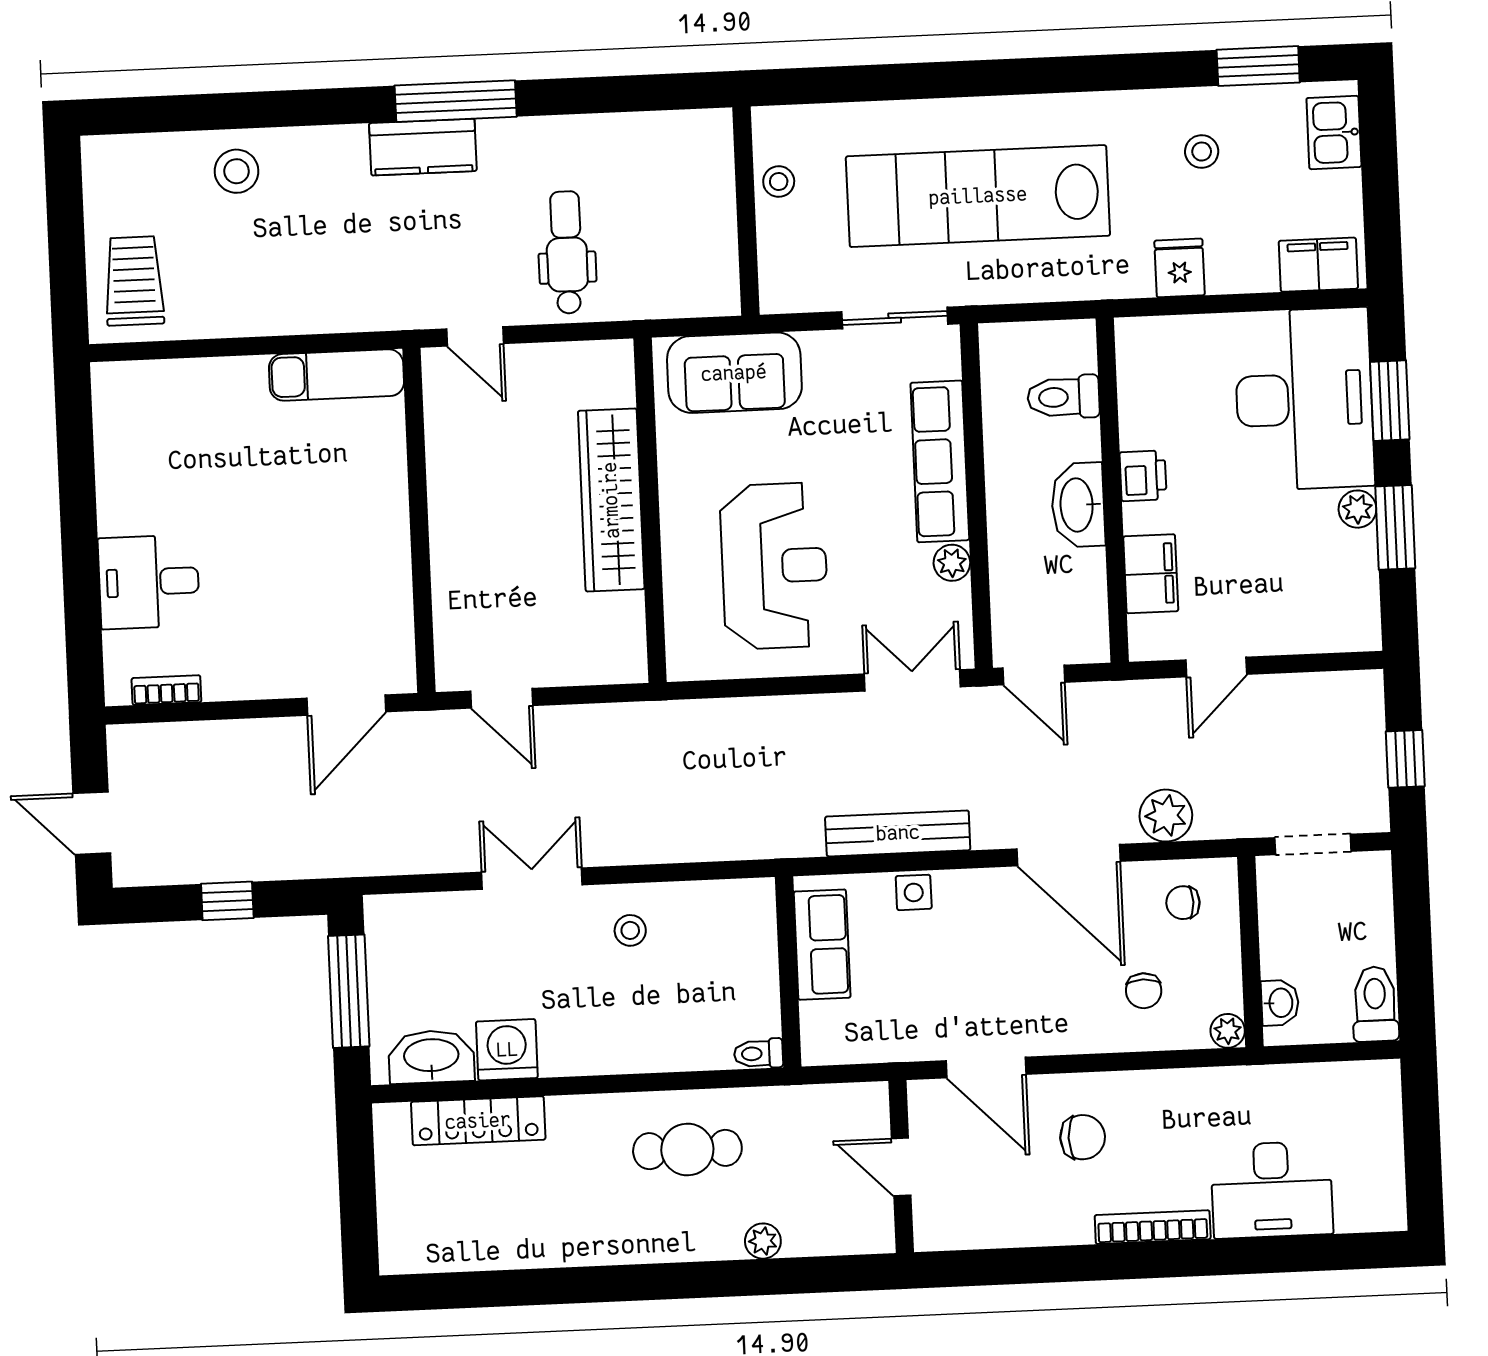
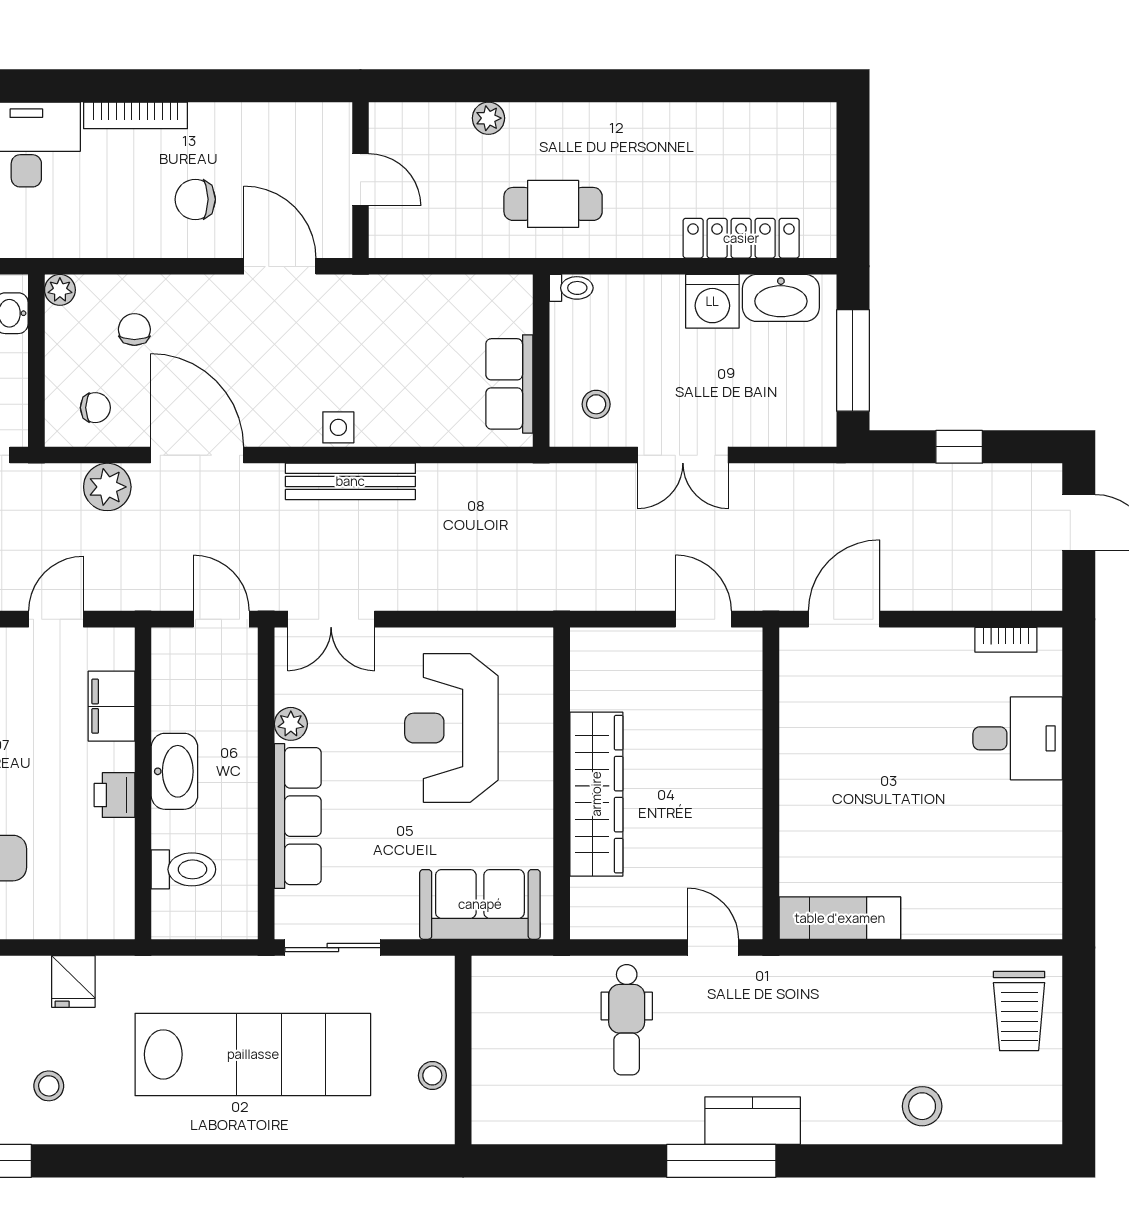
row of seats: (822, 945) -> (509, 384), moved
wall: (788, 972) -> (541, 361), moved
toilet: (759, 1054) -> (571, 288), moved

